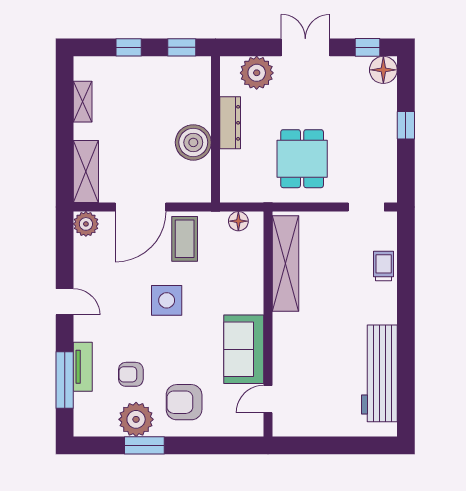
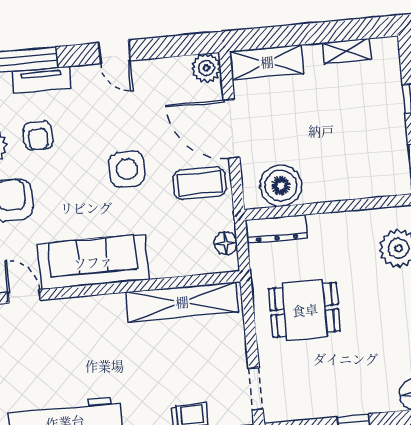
dresser: (230, 123) -> (276, 229), moved
boiler: (193, 142) -> (281, 186), moved
door: (65, 302) -> (114, 52), hinge flipped
sofa: (244, 349) -> (93, 262), width x1.36
armchair: (131, 374) -> (38, 136), turned 180

